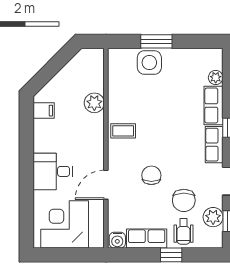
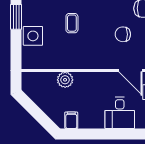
window: (156, 41) -> (16, 17), moved
coffee table: (123, 131) -> (72, 23), moved

